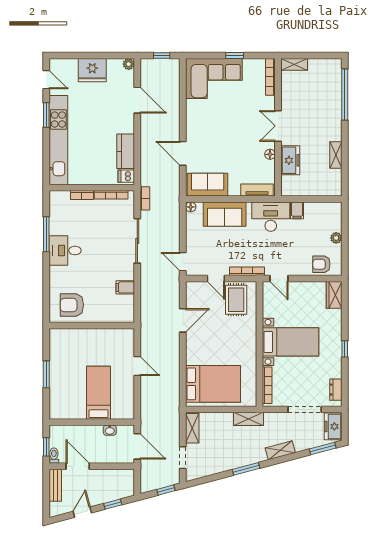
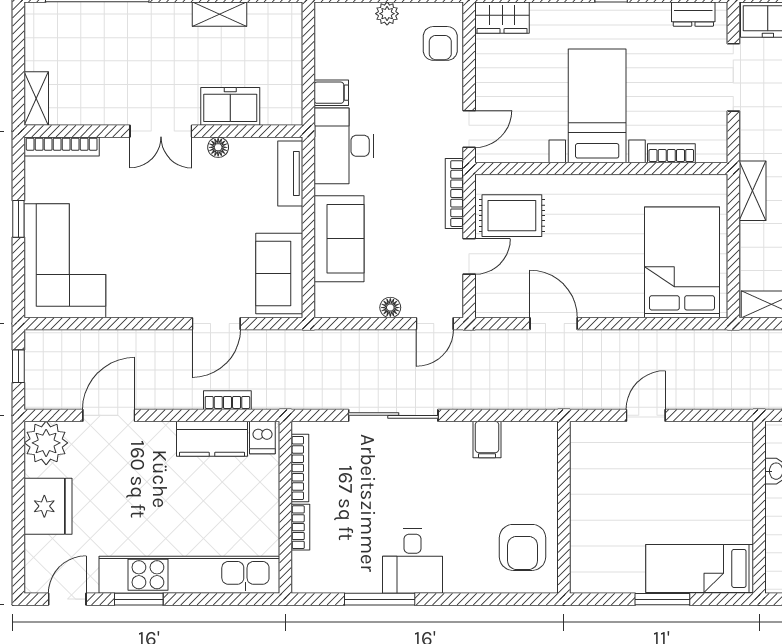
plant: (129, 64) -> (46, 443), width x1.87, depth x1.87
bookcase: (145, 198) -> (227, 400), moved
floor lamp: (191, 207) -> (390, 308), moved
bookcase: (267, 385) -> (671, 153), width x0.64
bed: (98, 393) -> (700, 568), moved

